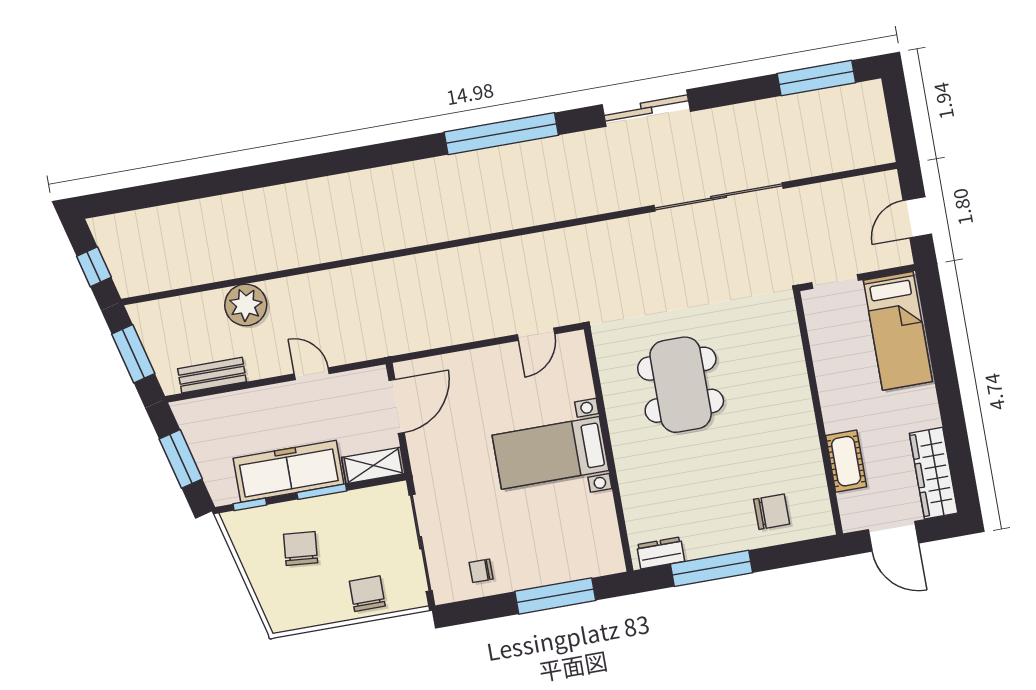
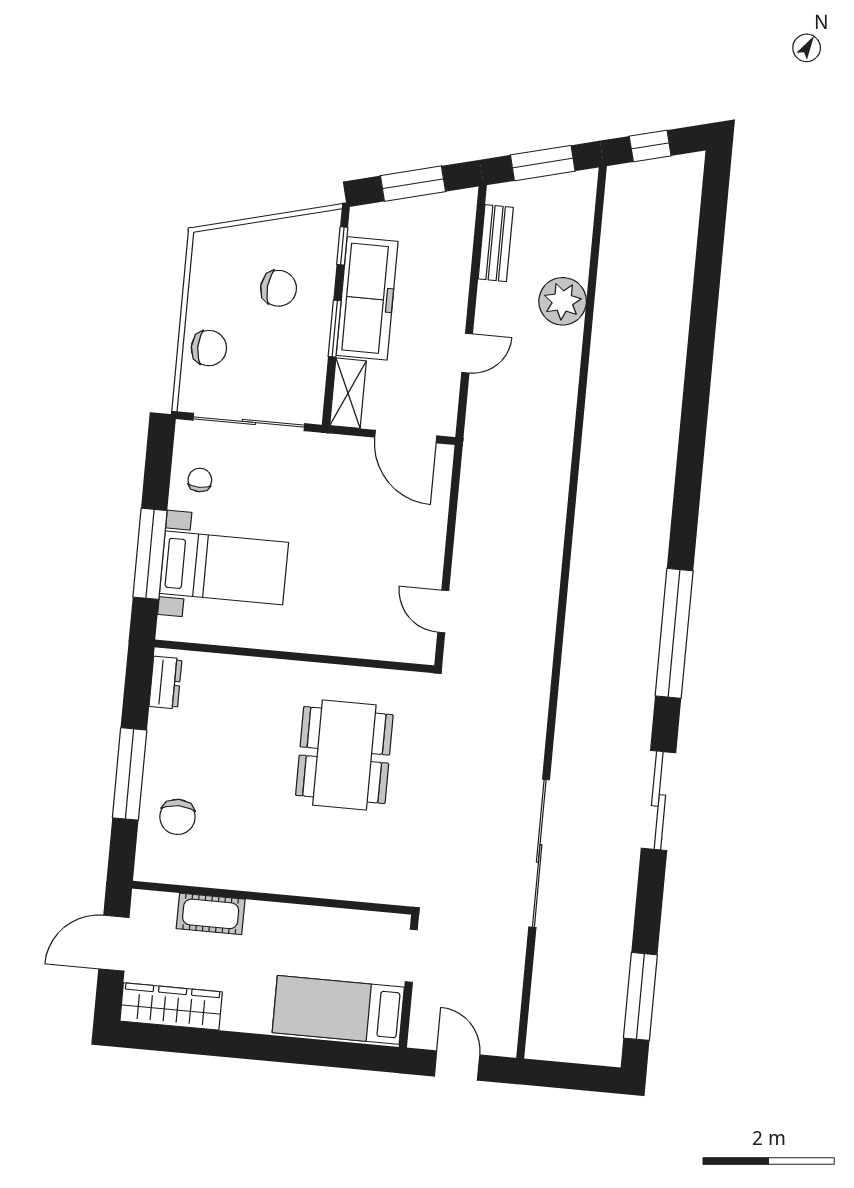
dining table: (681, 385) -> (344, 755), turned 90
bed with nightstands: (550, 453) -> (224, 568), moved, turned 90
window: (712, 568) -> (130, 774), moved

